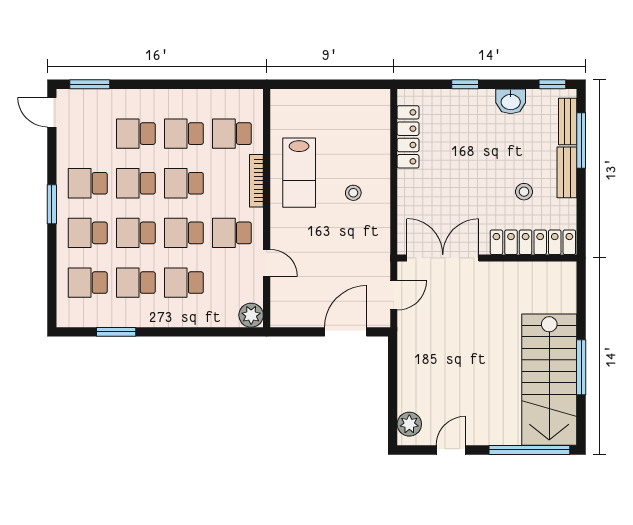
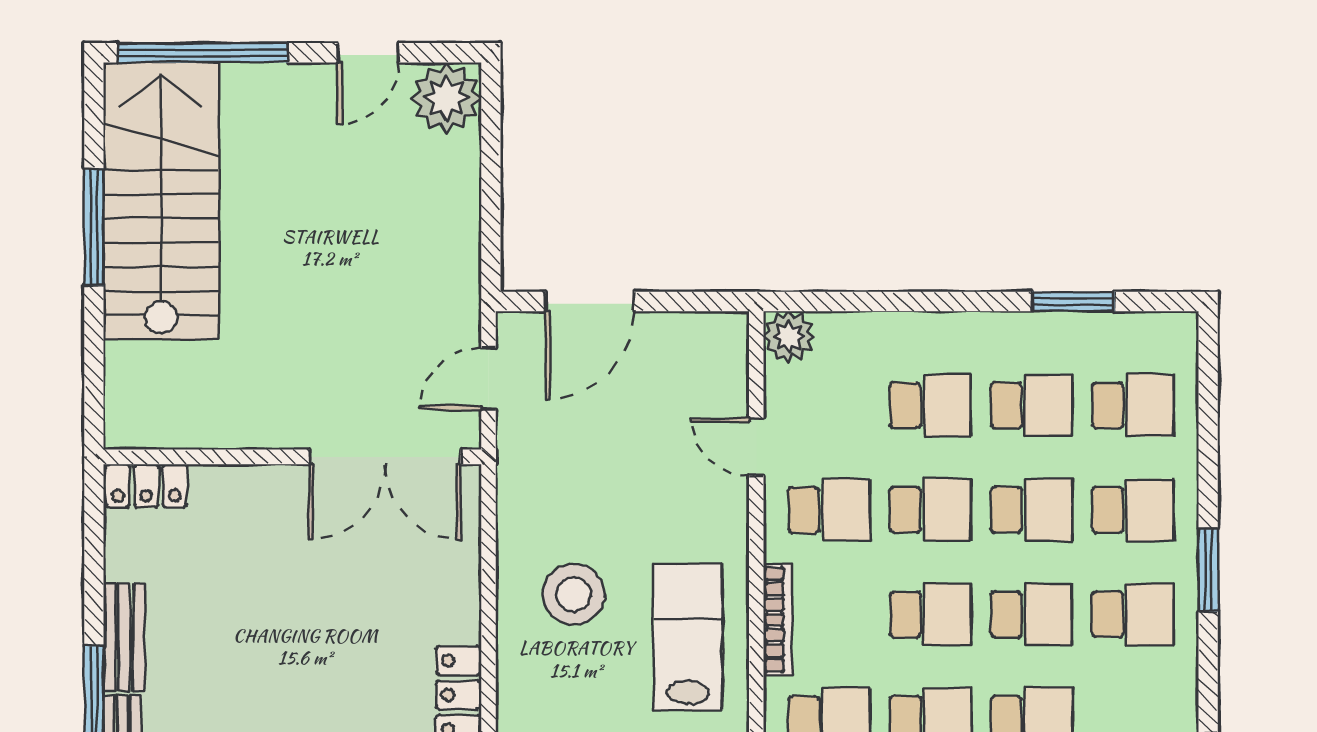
stool: (524, 192) -> (214, 597), removed
stool: (353, 193) -> (574, 594), width x1.89, depth x1.89
locker: (533, 242) -> (146, 486), width x0.46, depth x0.83
plant: (409, 424) -> (447, 98), width x1.36, depth x1.36

